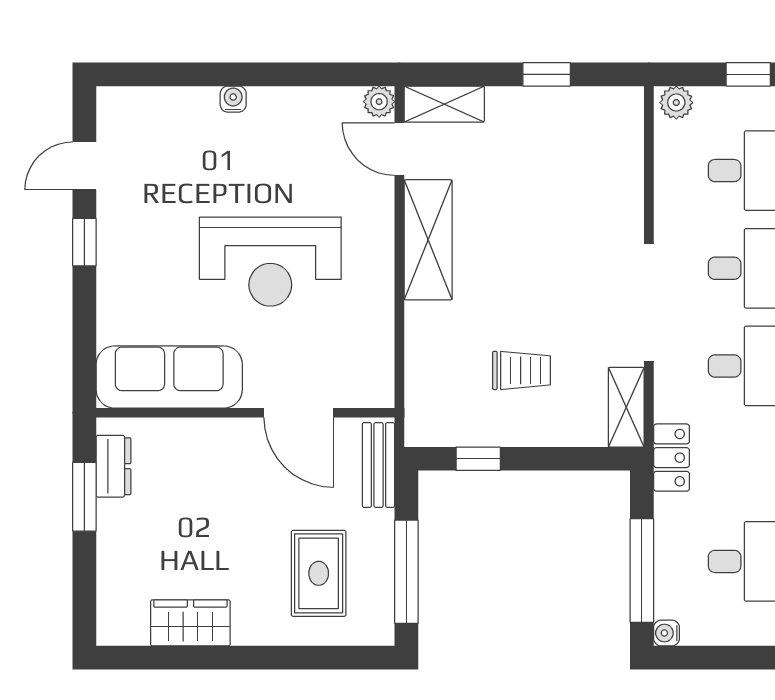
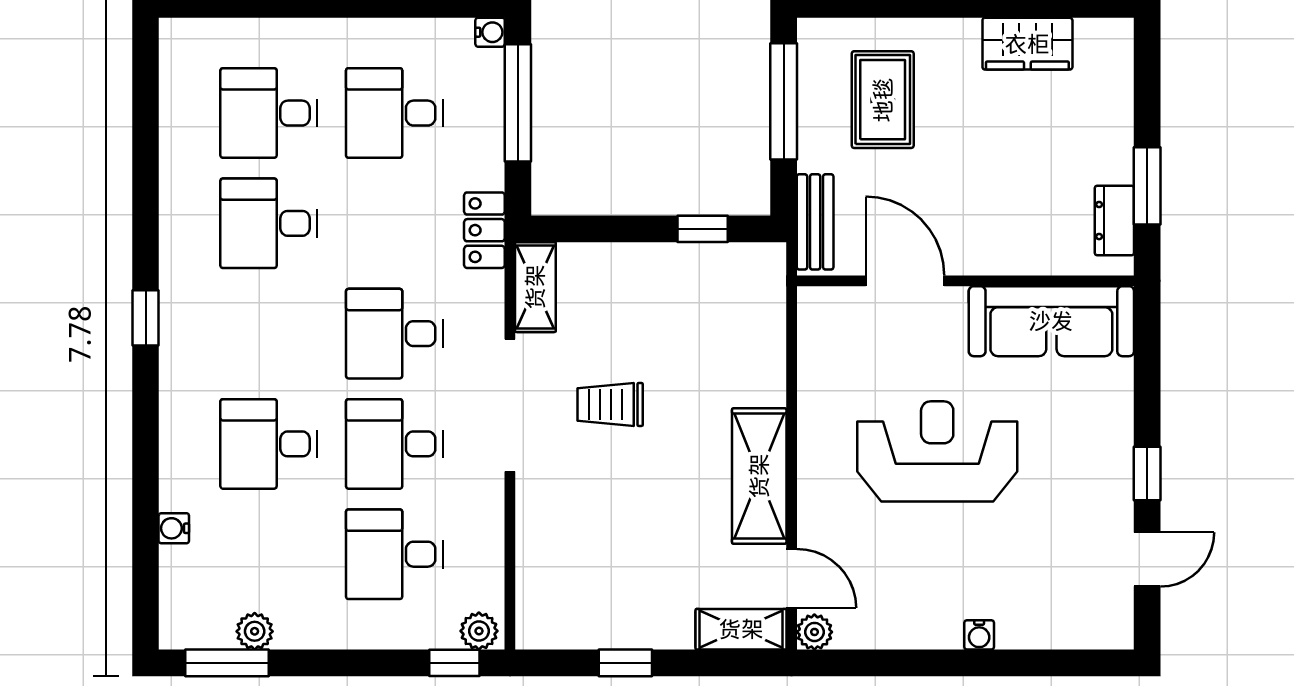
window: (748, 74) -> (454, 663), moved
trolley: (521, 370) -> (610, 404), moved

